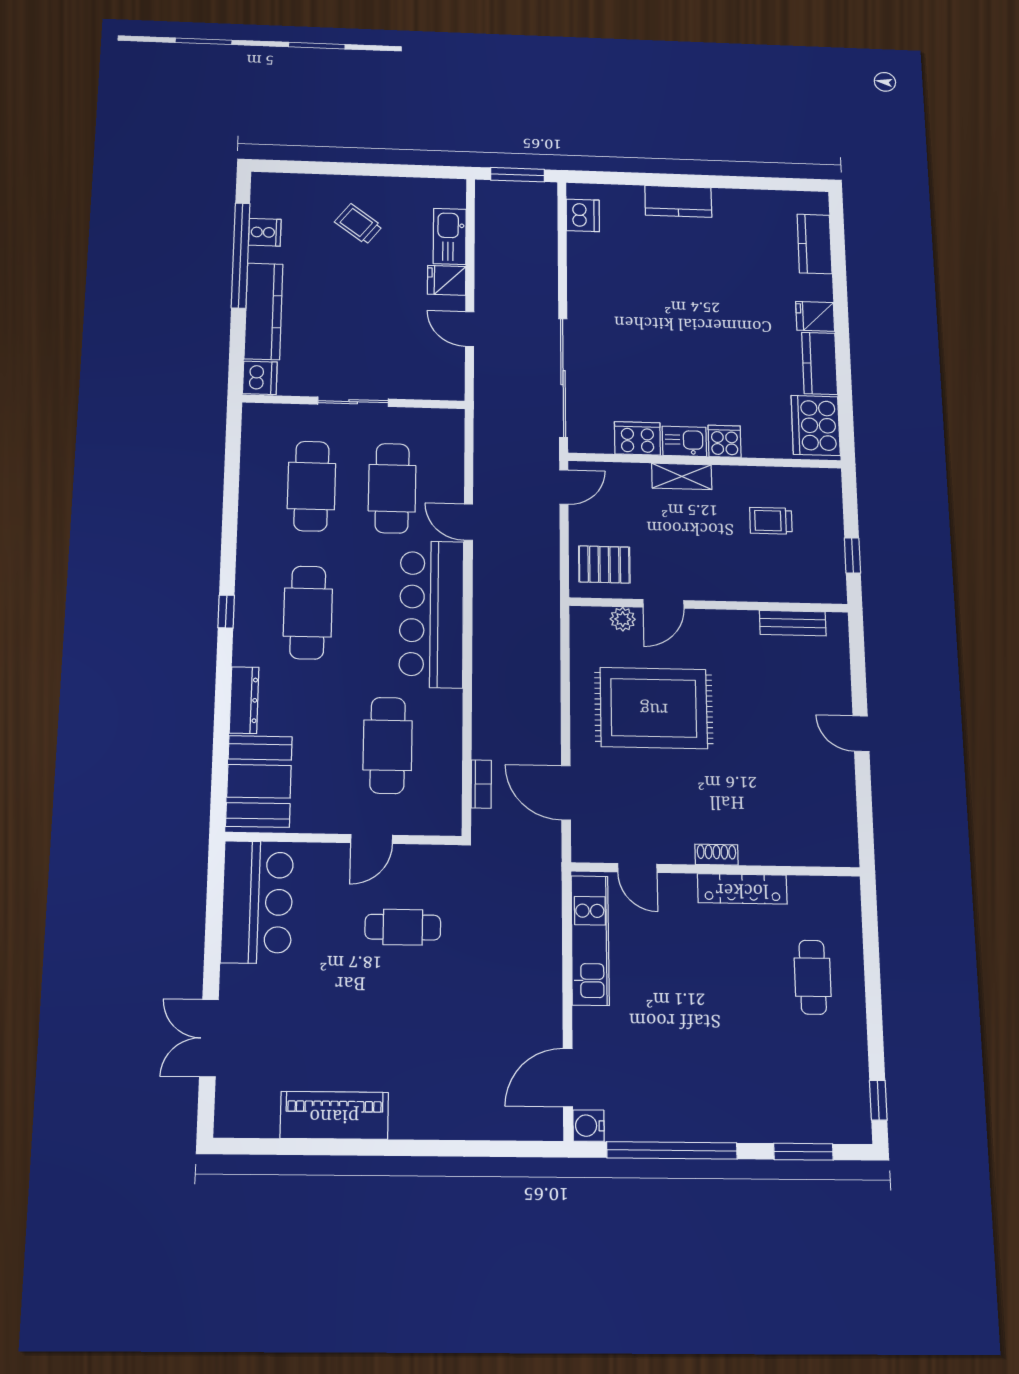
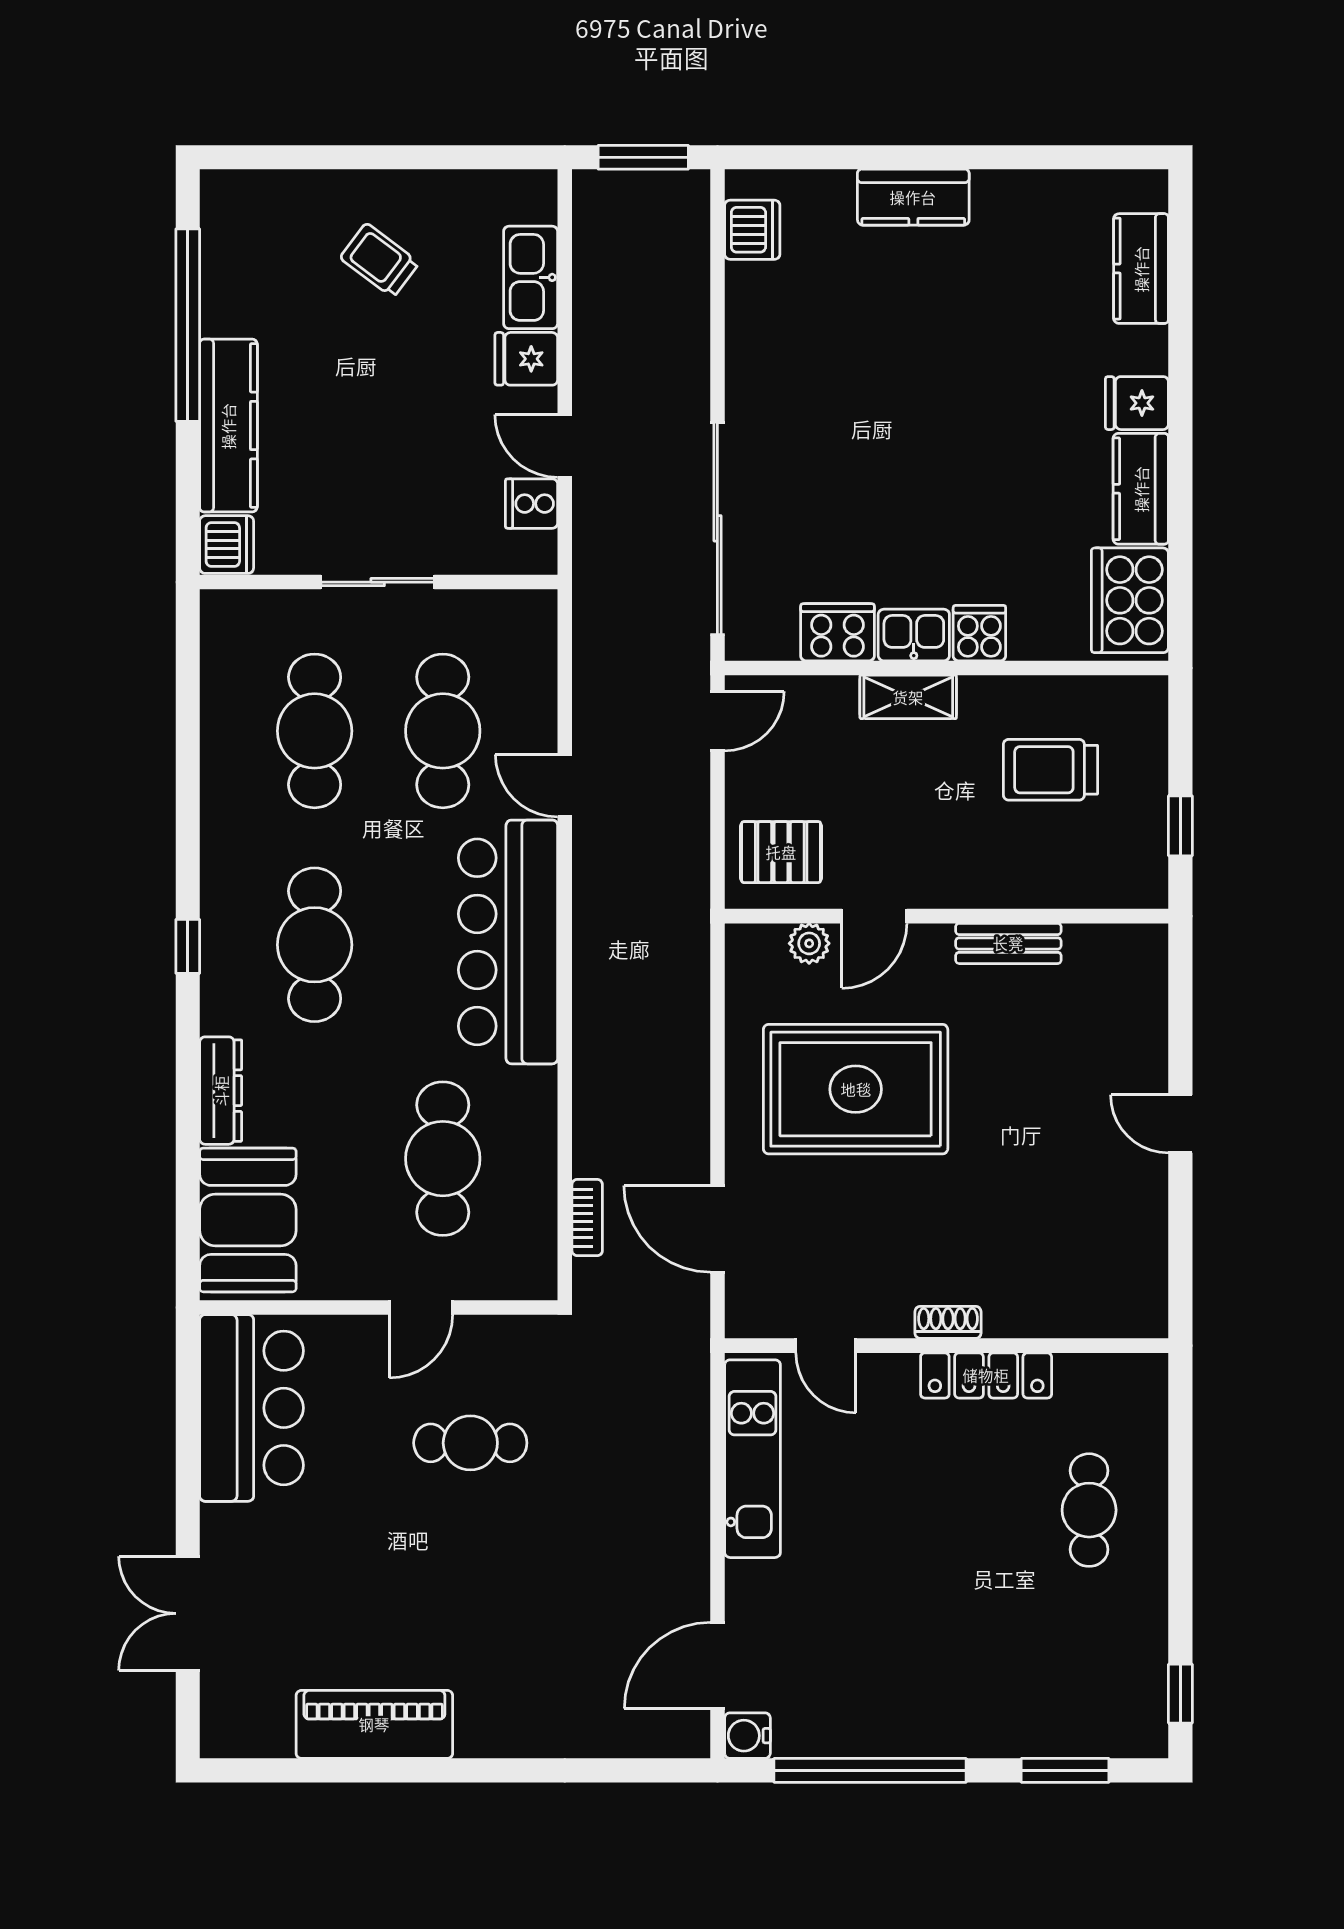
cooker: (265, 232) -> (531, 504), moved, turned 180
trolley: (771, 521) -> (1050, 770), width x1.36, depth x1.39
bench: (793, 623) -> (1008, 943), moved

